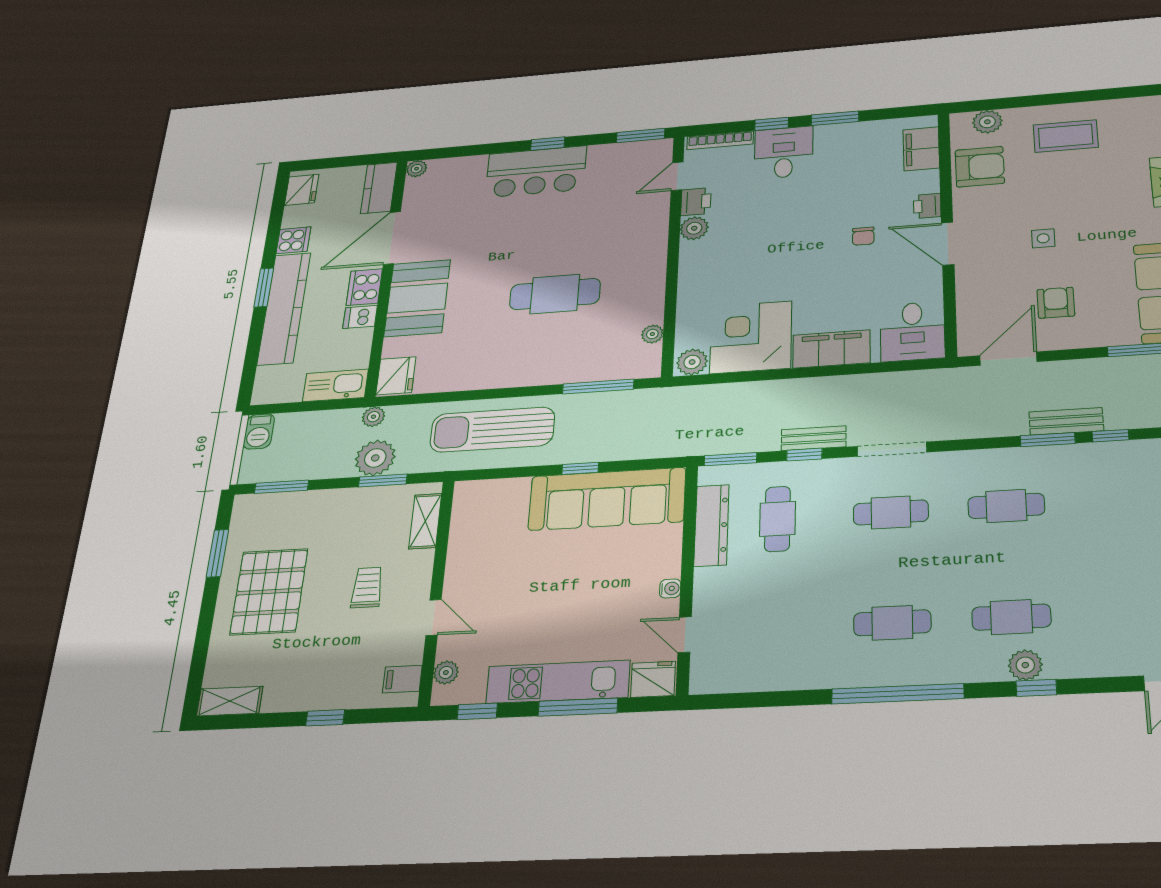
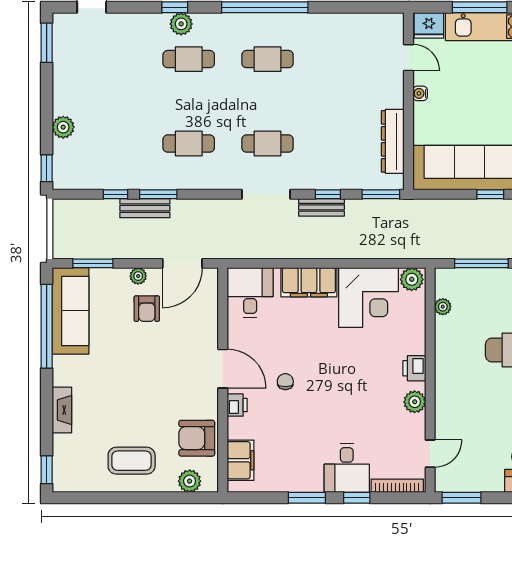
printer: (696, 202) -> (414, 368), moved
side table: (1043, 238) -> (153, 367), removed
plant: (1070, 339) -> (138, 276), added
cafe table: (777, 519) -> (346, 144), removed

